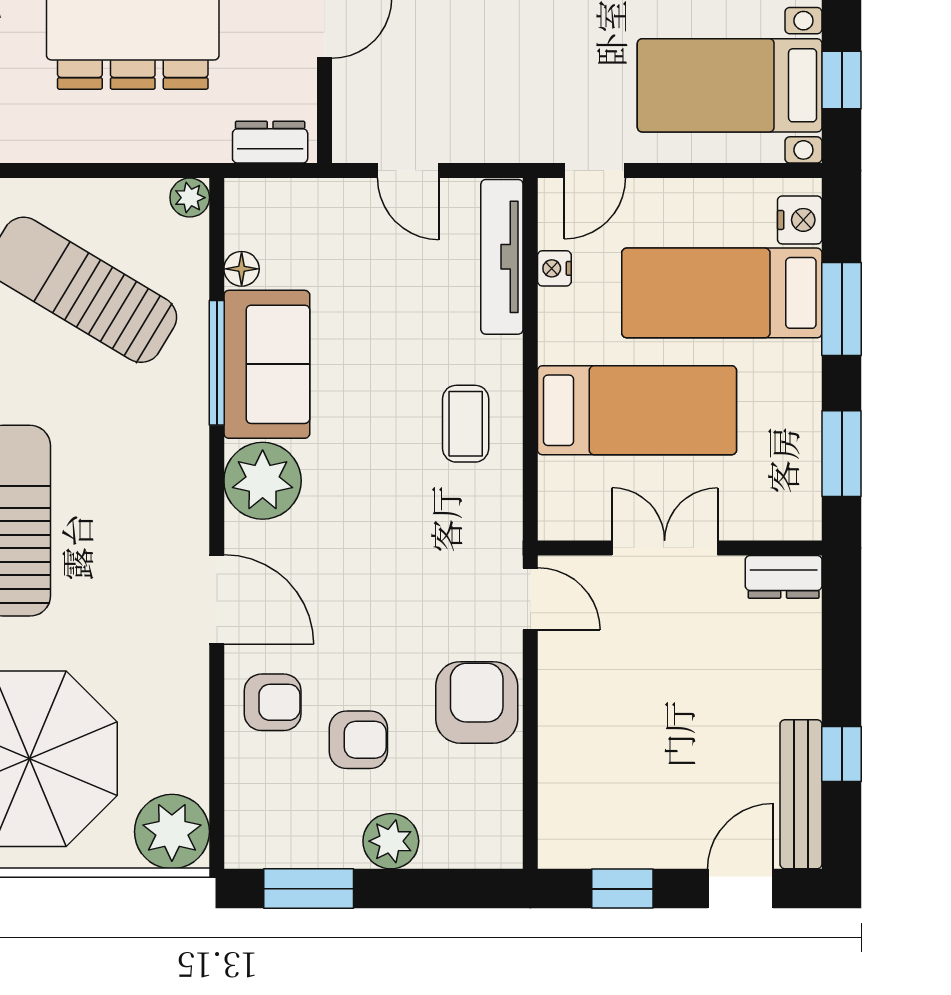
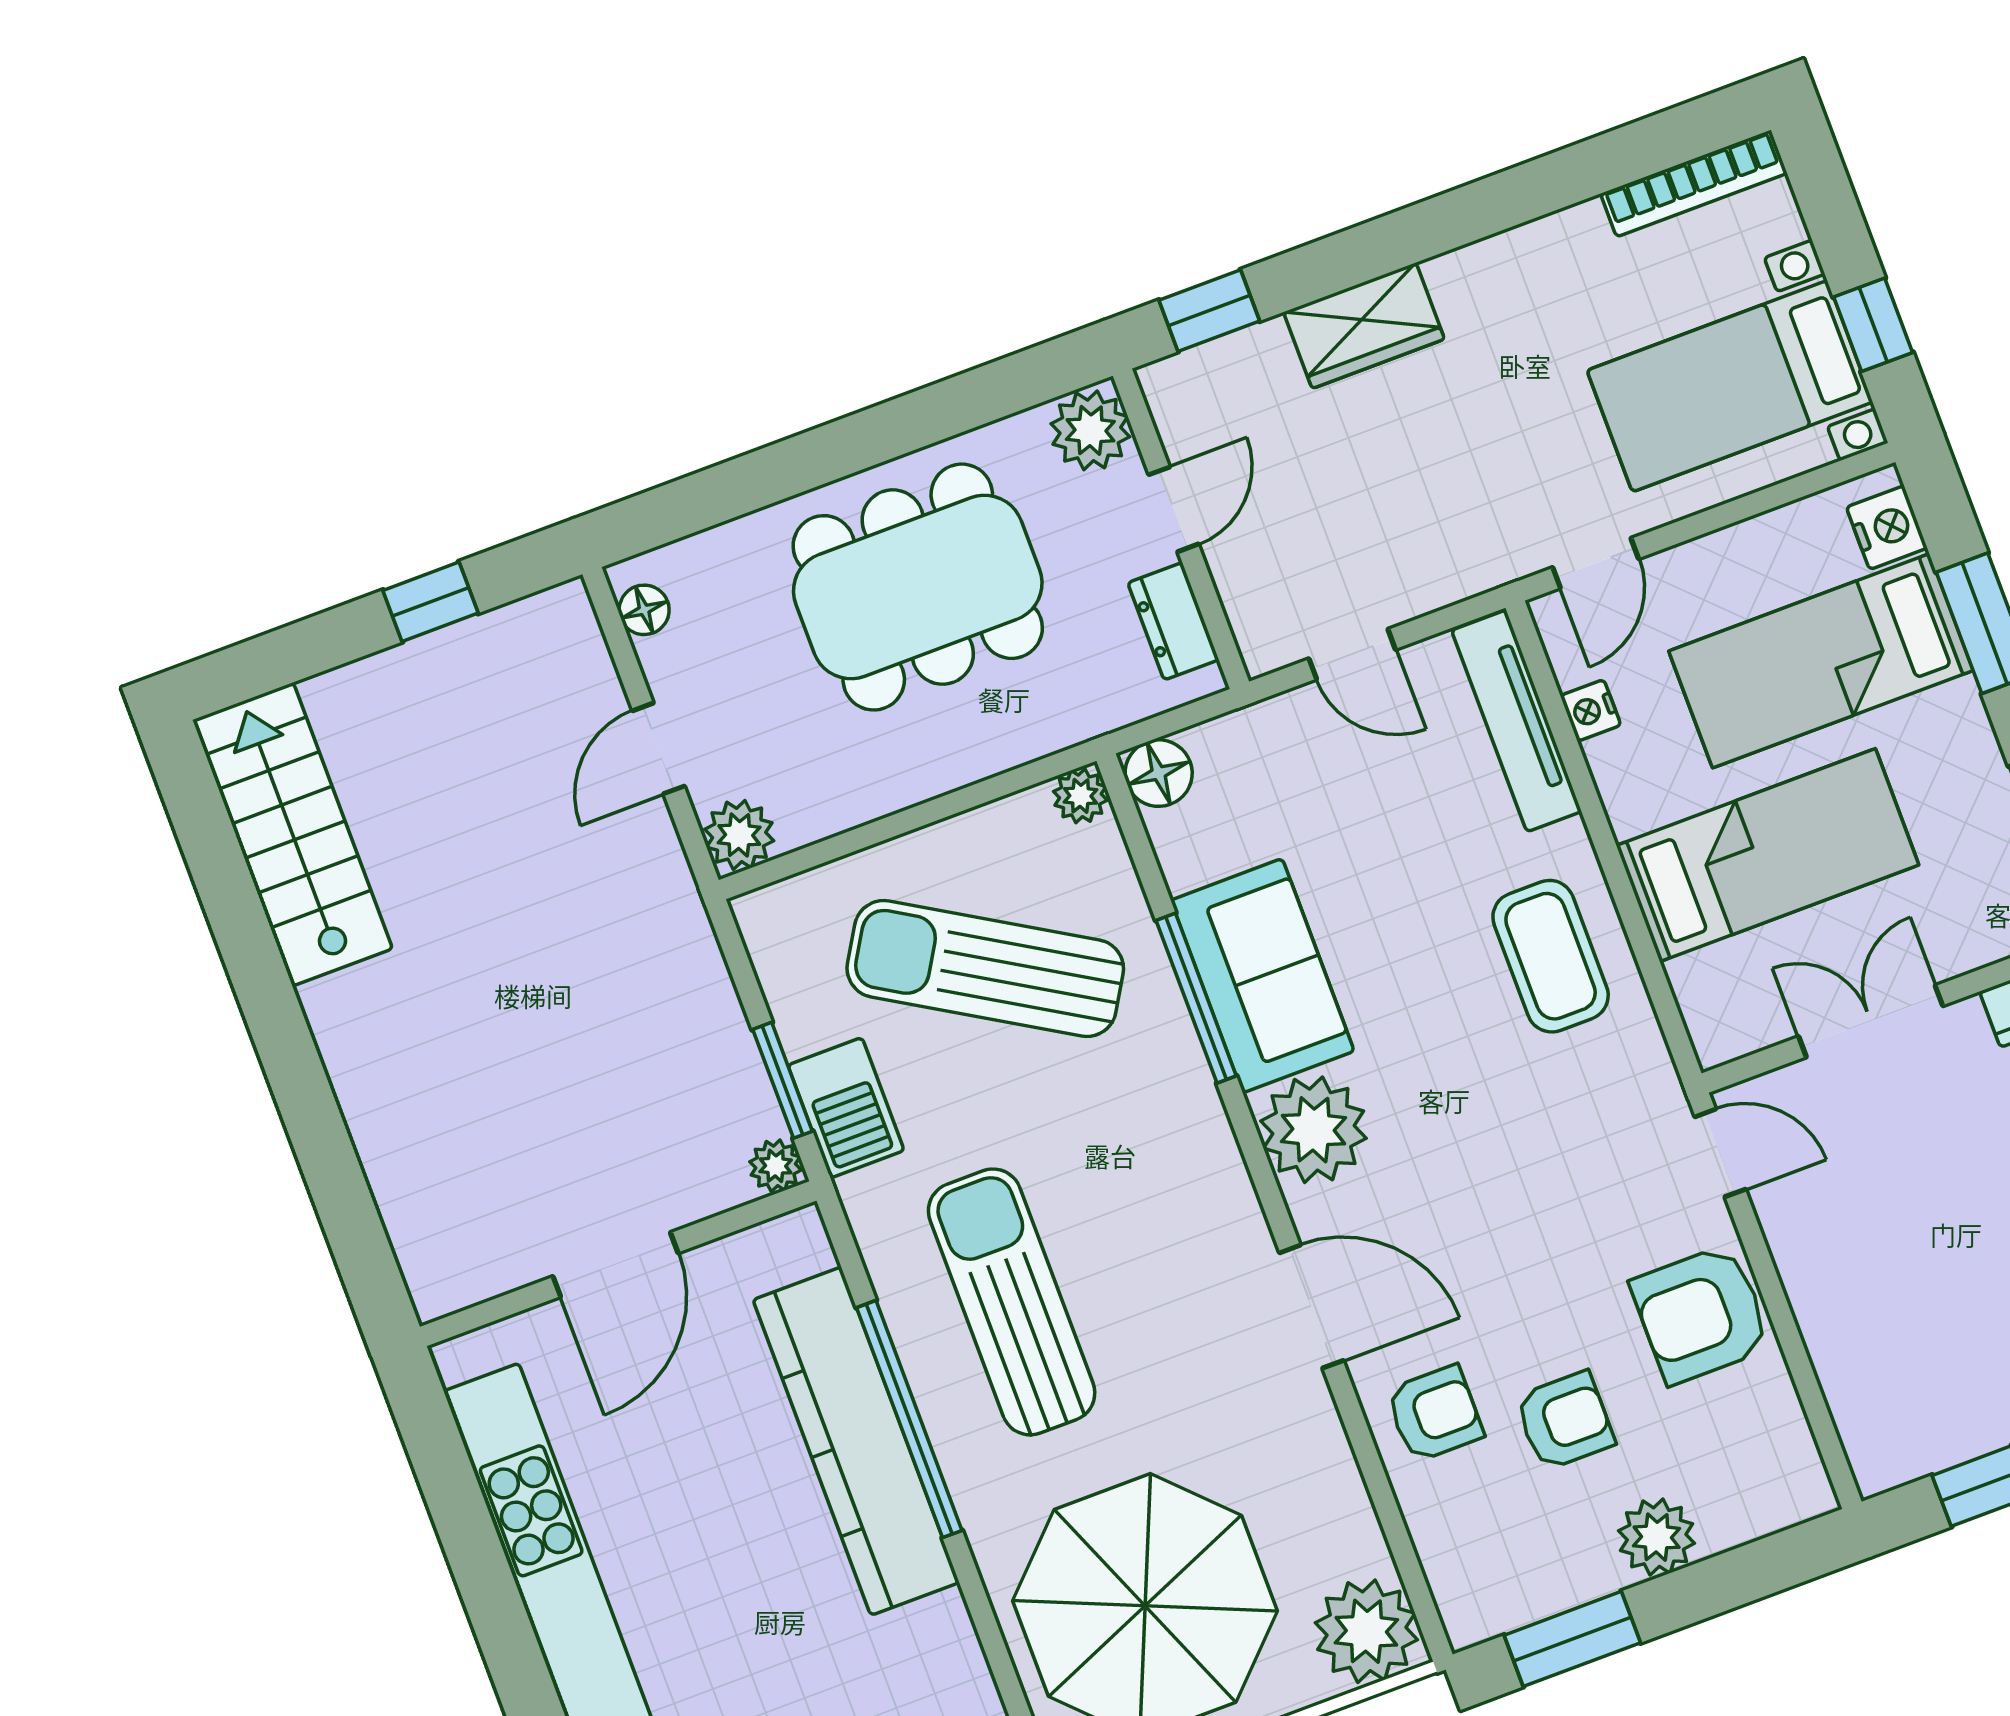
dresser: (270, 142) -> (1173, 621), moved, turned -90
floor lamp: (242, 269) -> (1159, 773), moved, width x1.37, depth x1.37
coffee table: (466, 424) -> (1551, 956), width x1.36, depth x1.30
armchair: (477, 702) -> (1701, 1314), turned -90

